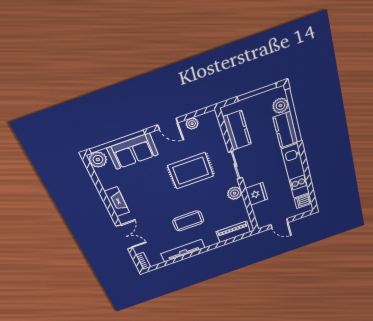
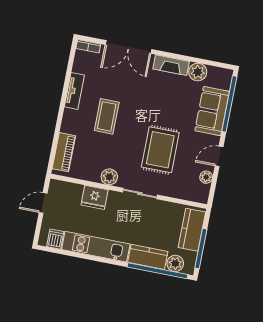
kitchen counter: (237, 130) -> (192, 230), moved, turned 90
plant: (98, 160) -> (198, 72), moved
double door: (124, 237) -> (128, 47), width x1.37
tv unit: (183, 251) -> (74, 91), width x0.71

